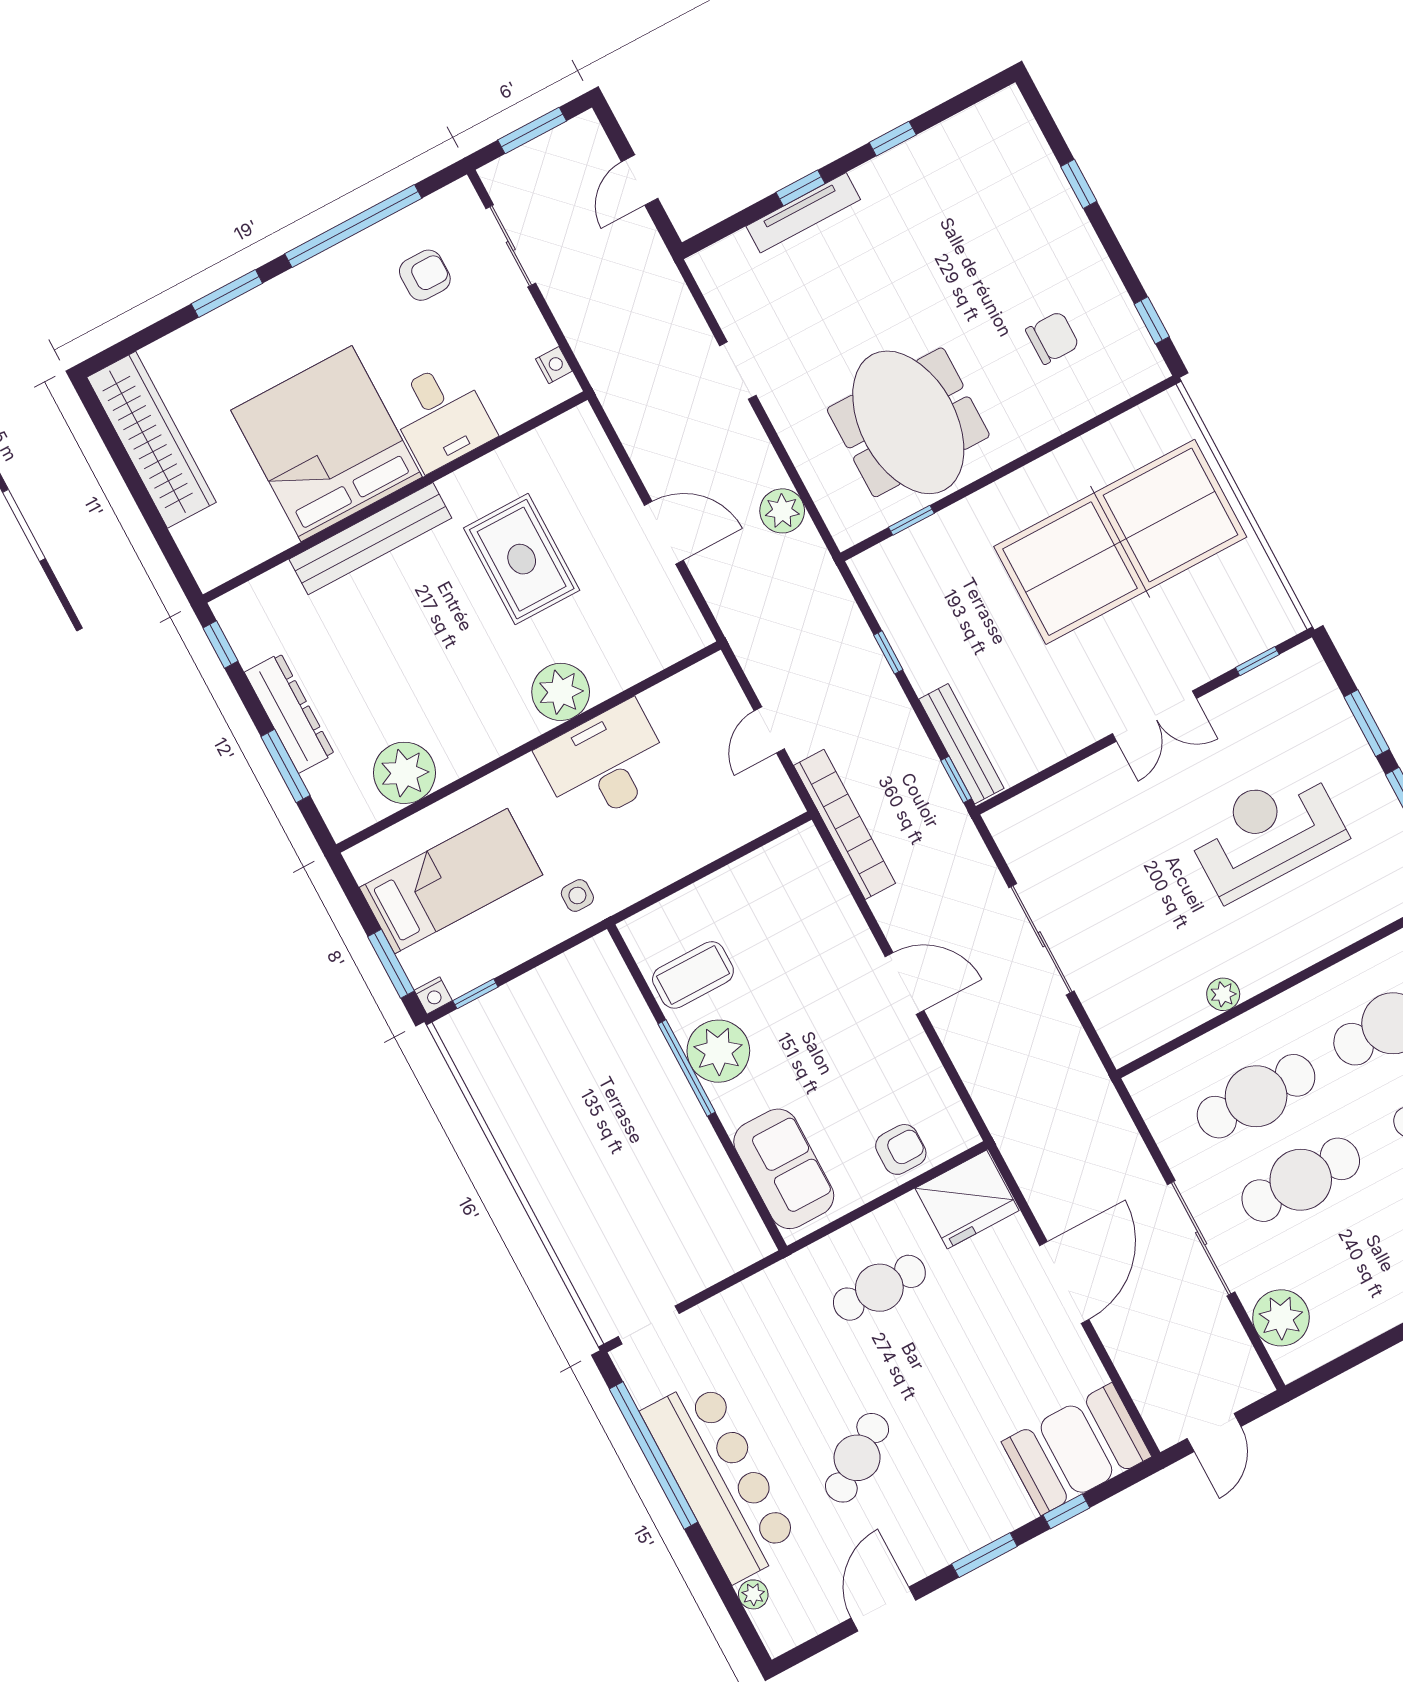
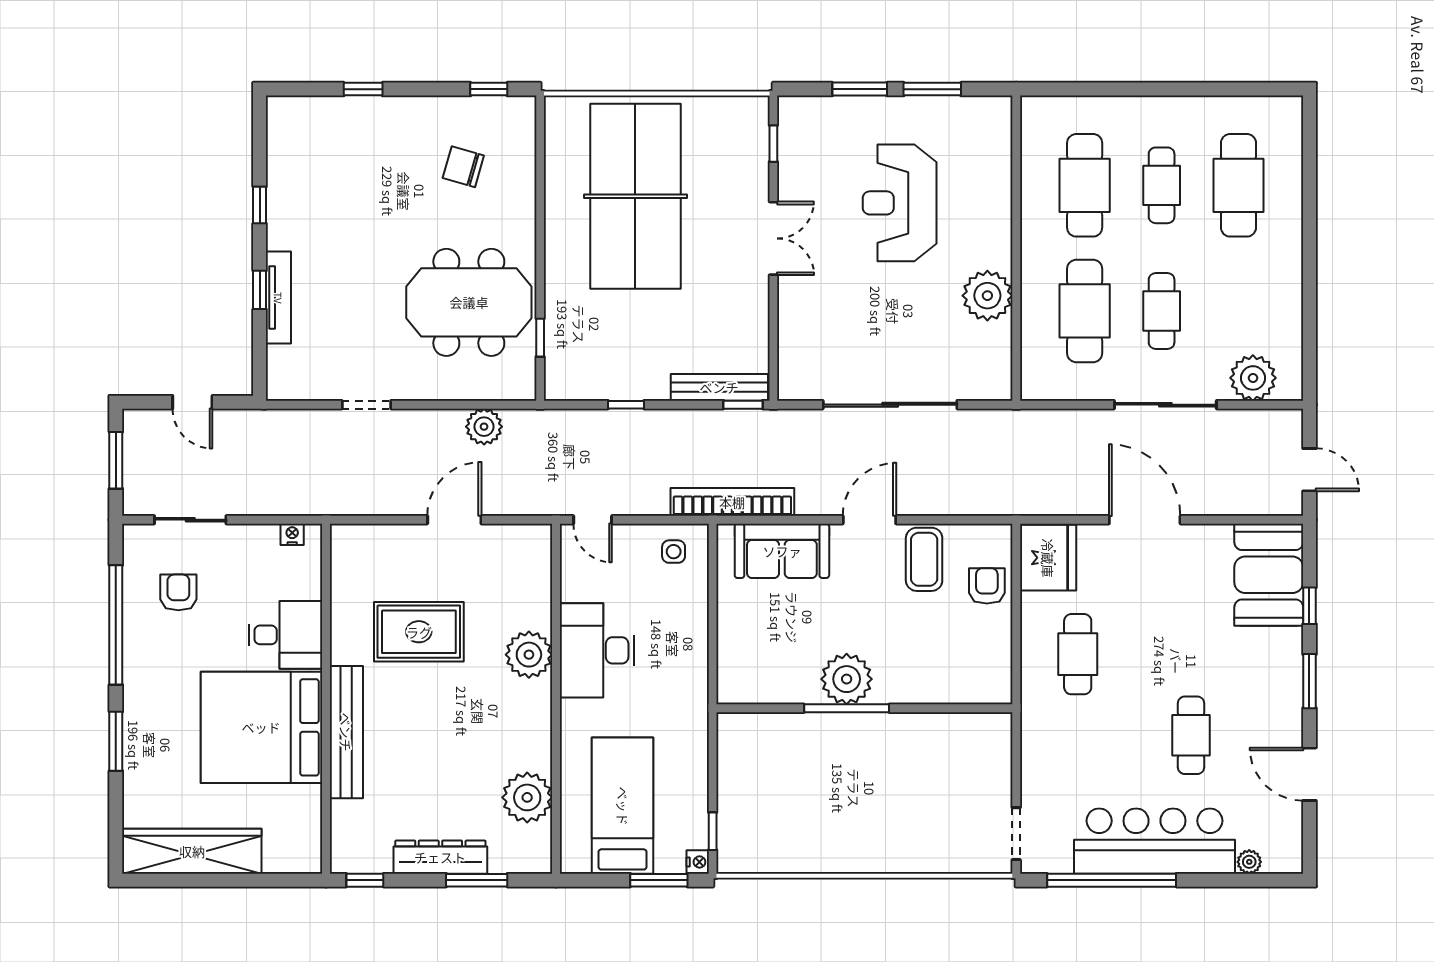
chair: (1052, 338) -> (463, 167), turned -74
door: (769, 730) -> (593, 520), moved
side table: (577, 895) -> (674, 552), moved
sliding door: (1041, 939) -> (890, 405), width x1.36
coffee table: (693, 975) -> (924, 559), moved
plant: (1223, 994) -> (987, 296), width x1.87, depth x1.87
sofa: (784, 1169) -> (782, 551), moved, turned 180
cafe table: (1301, 1180) -> (1162, 311), width x0.73, depth x0.74
cafe table: (857, 1458) -> (1191, 735), turned 34

